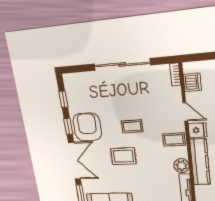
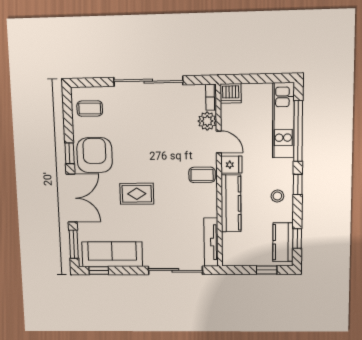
dishwasher: (192, 82) -> (231, 93), moved, turned 90
window: (63, 99) -> (68, 119), removed
coffee table: (132, 126) -> (90, 109), moved
plant: (181, 166) -> (207, 121), moved

